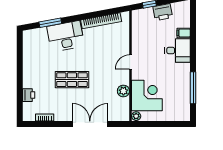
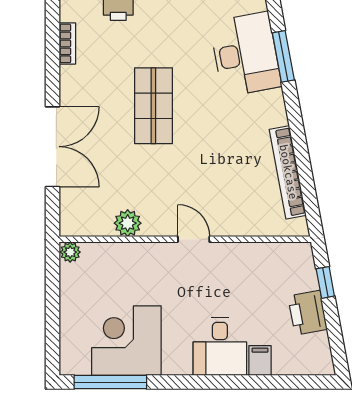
desk: (66, 36) -> (246, 54), moved
window: (193, 88) -> (110, 382), moved
corner desk: (147, 96) -> (126, 341), moved, turned 180

